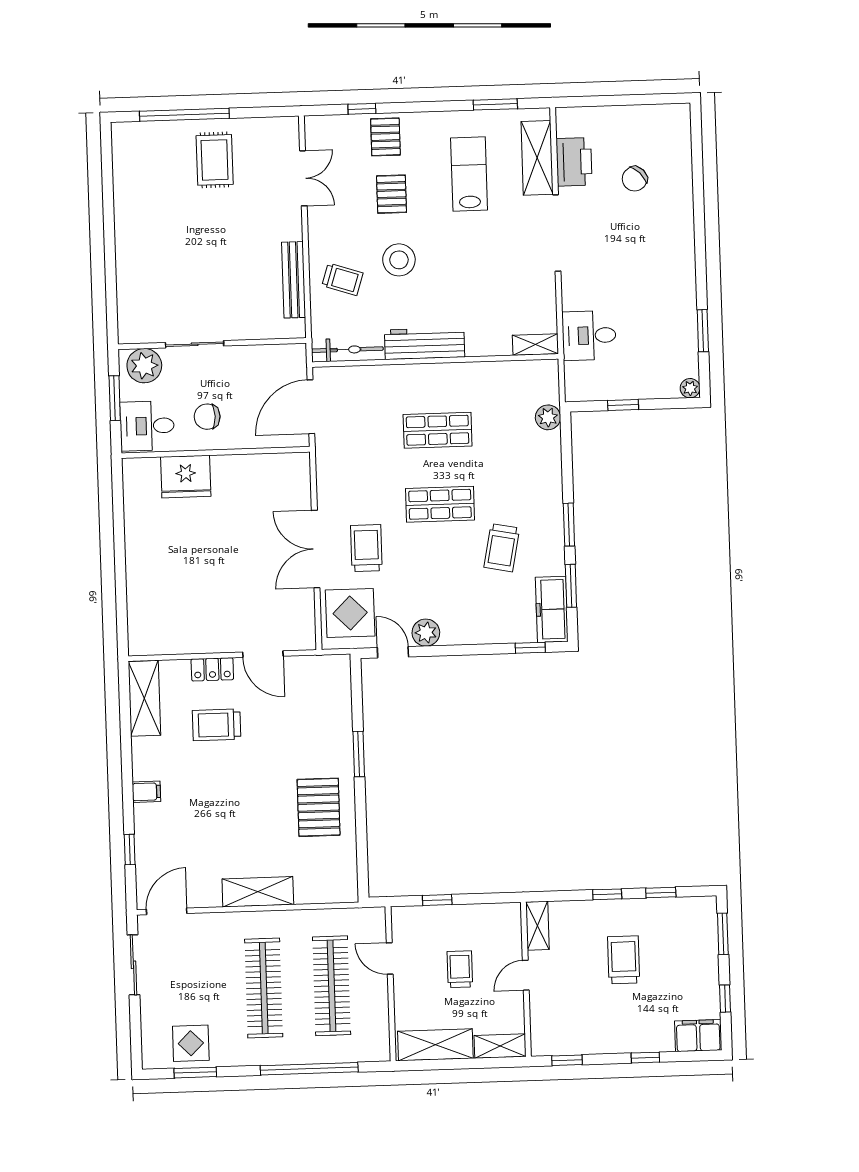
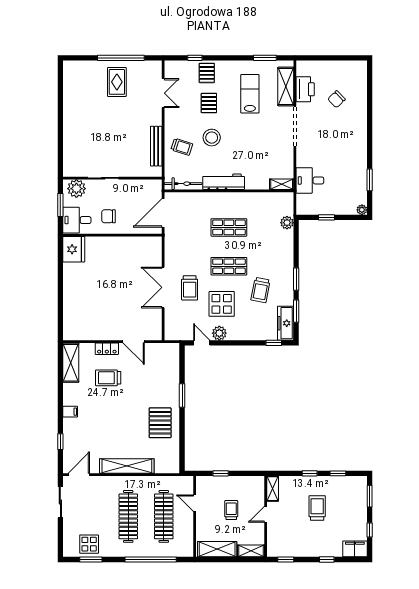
window: (184, 115) -> (121, 58), moved
fridge: (186, 477) -> (74, 249), moved, turned -90
trolley: (366, 548) -> (190, 288), turned 180
display table: (350, 613) -> (222, 304), moved
shelving: (258, 892) -> (127, 466), width x1.47

